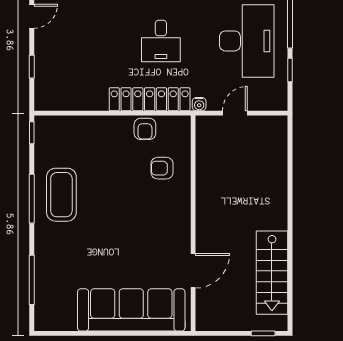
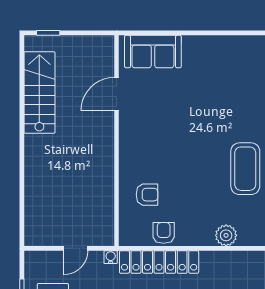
plant: (81, 126) -> (226, 235), added
sofa: (131, 310) -> (153, 52), width x0.54, depth x0.79

